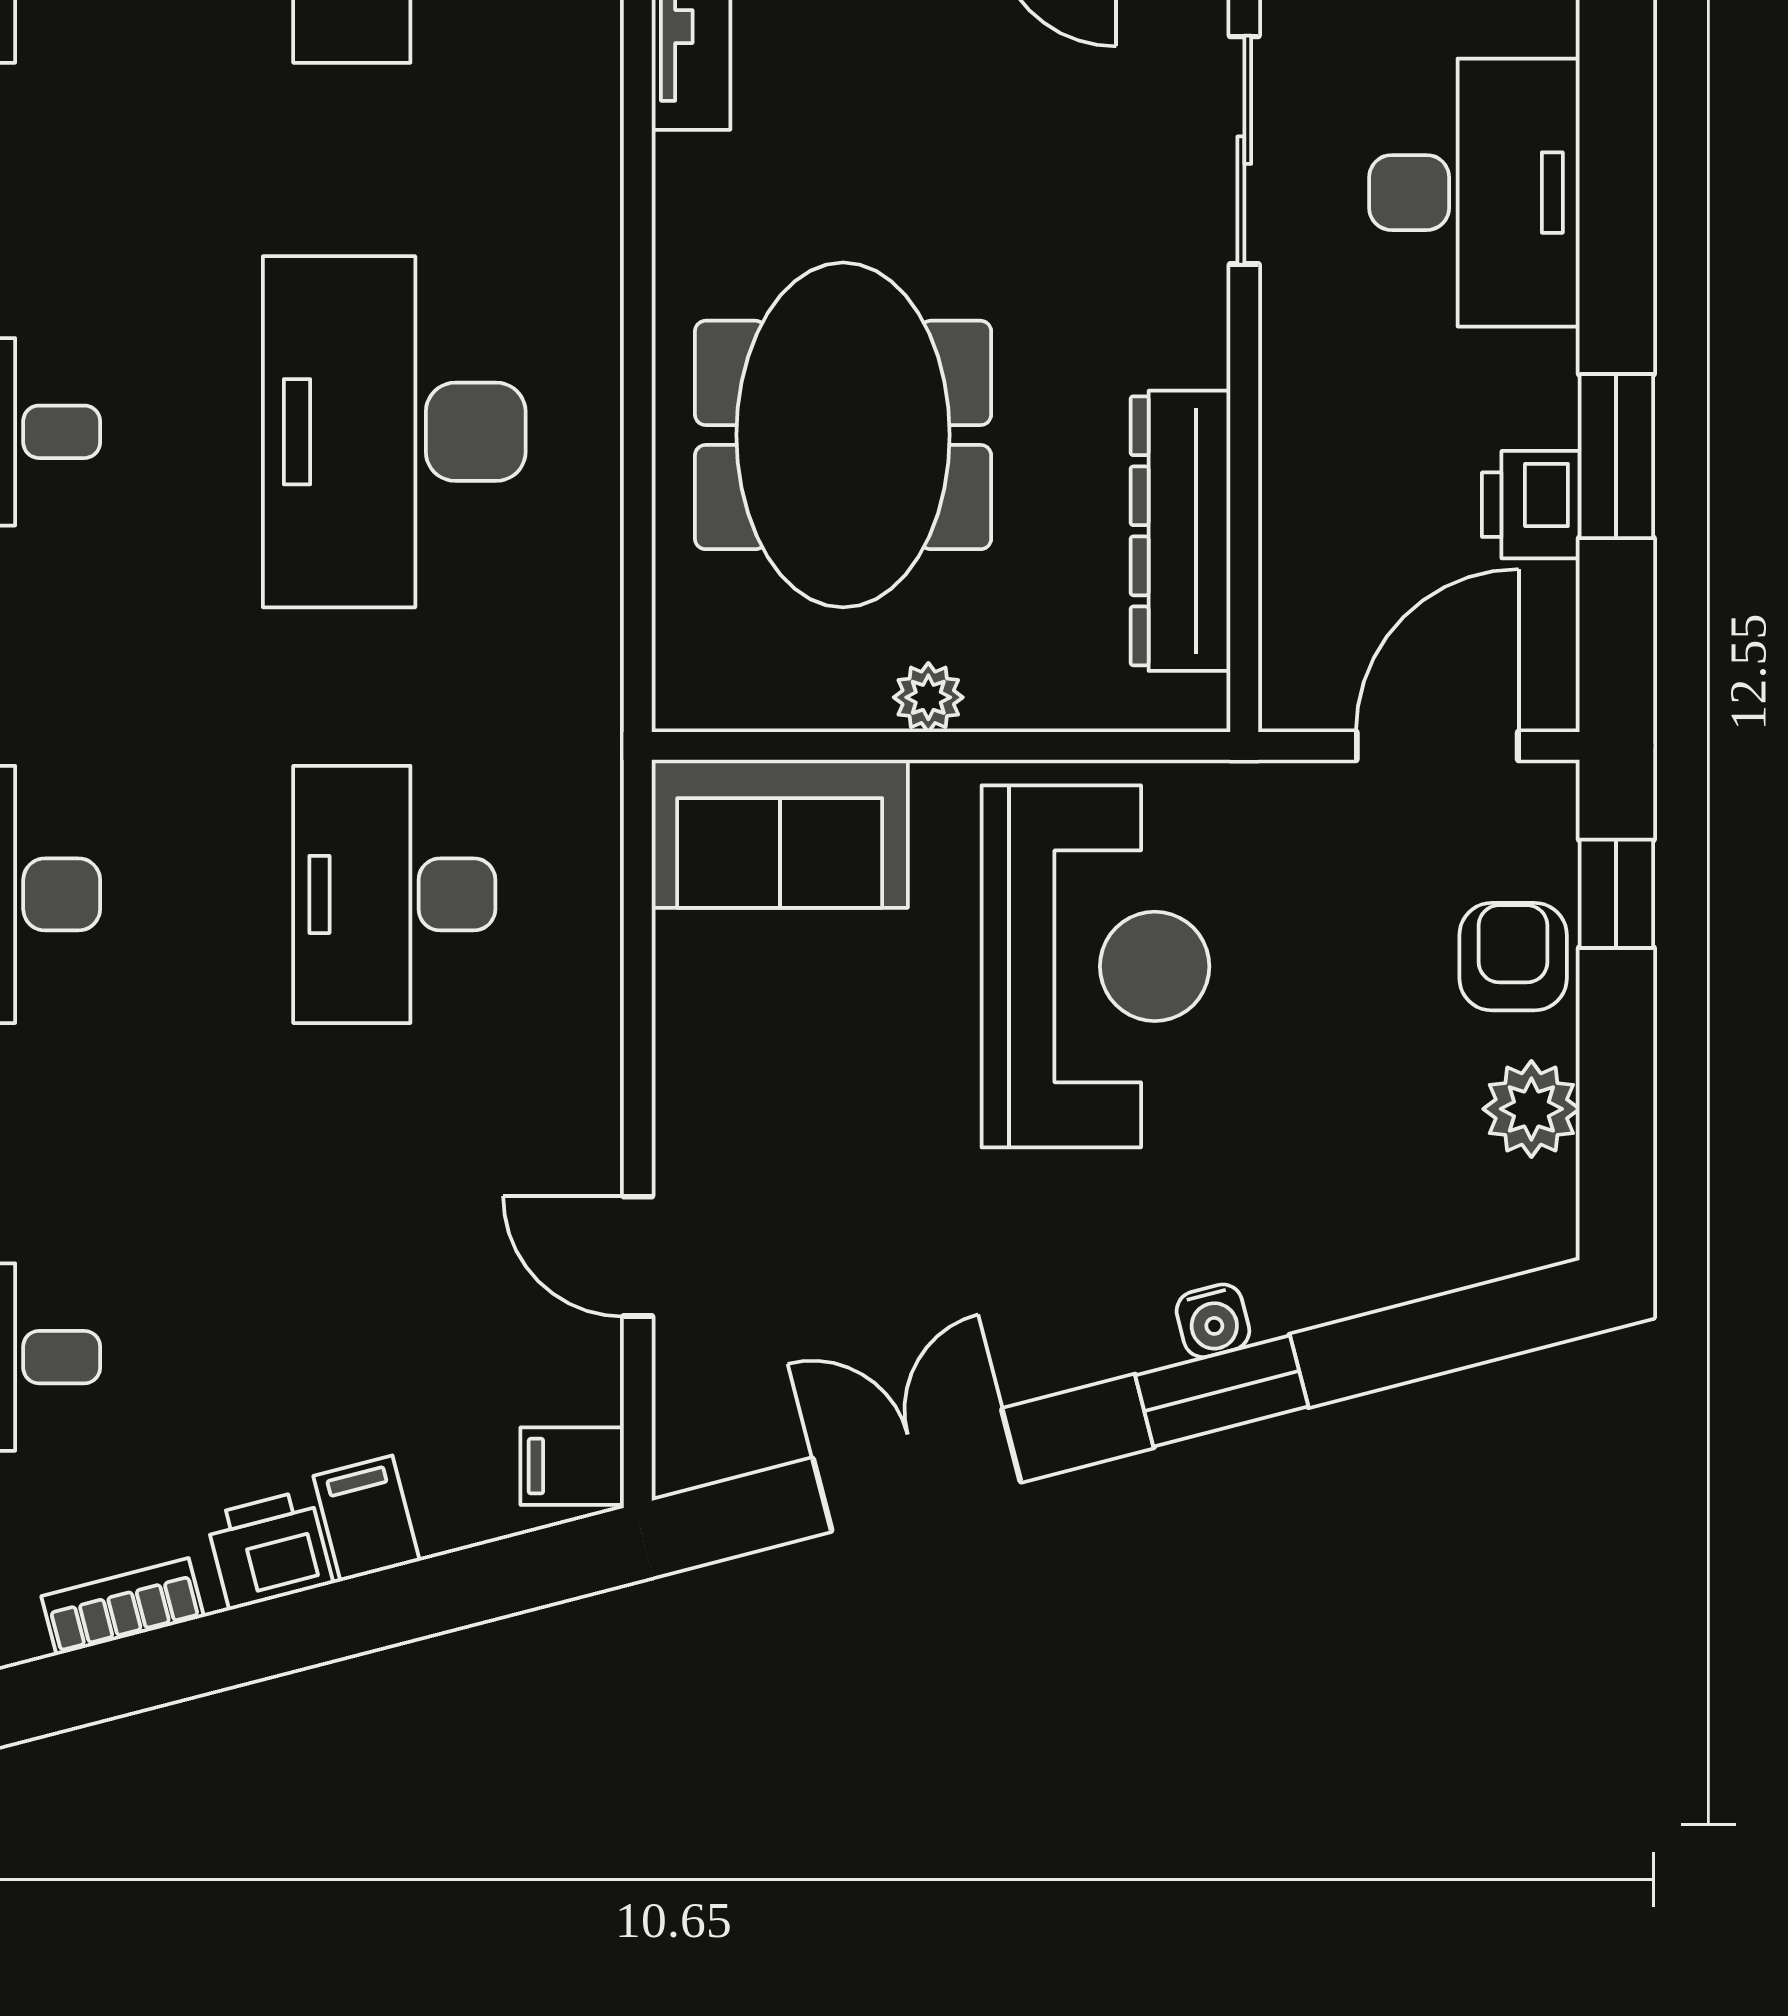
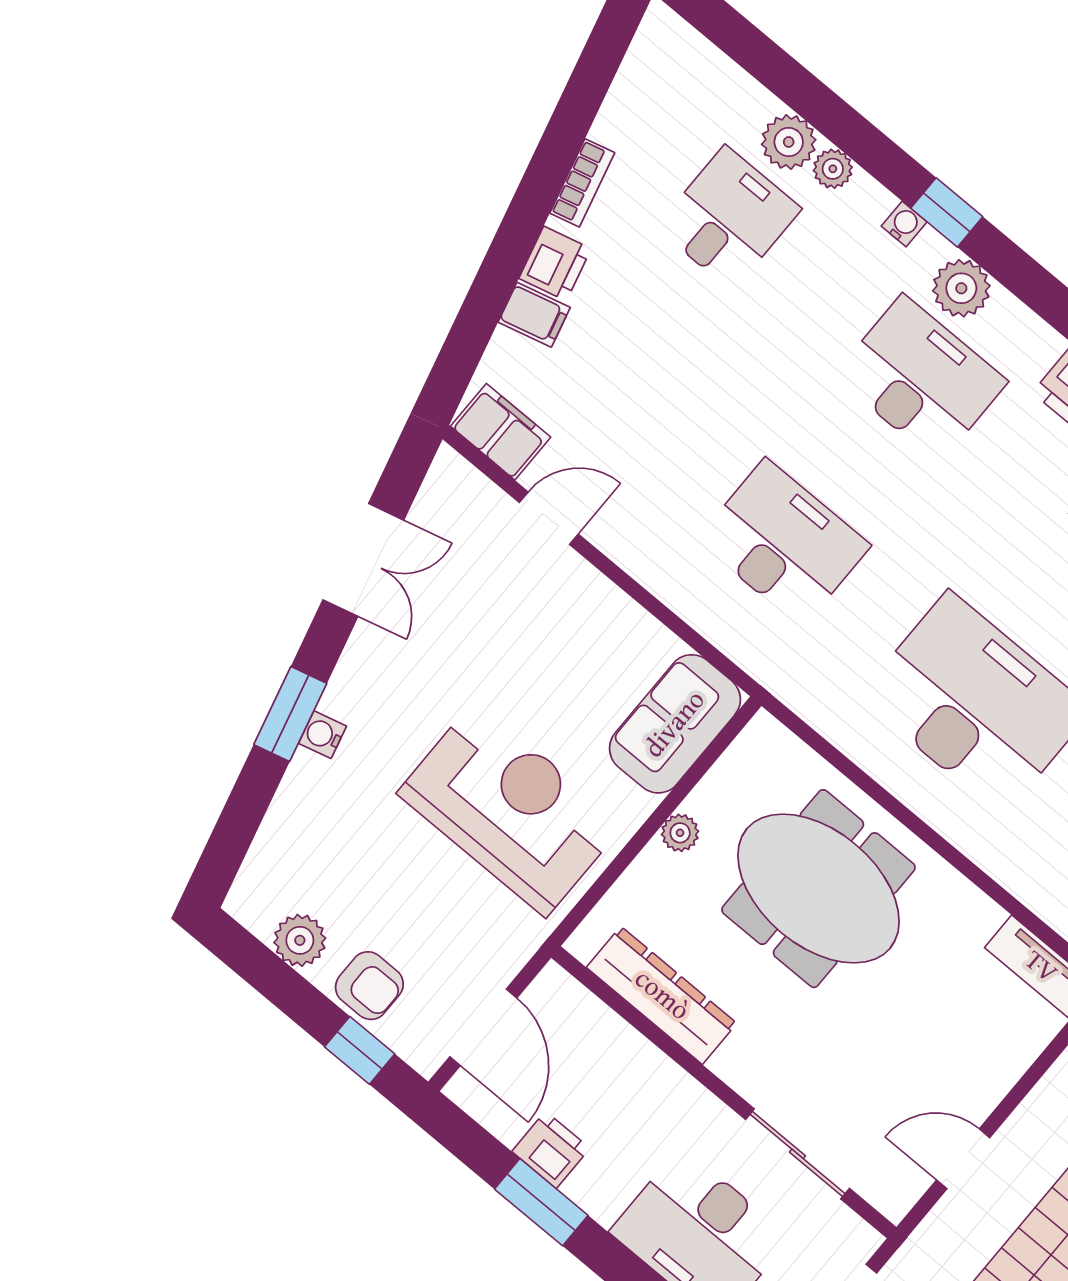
reception desk: (1095, 966) -> (510, 809), turned 180
filing cabinet: (572, 1466) -> (501, 432), width x2.00

